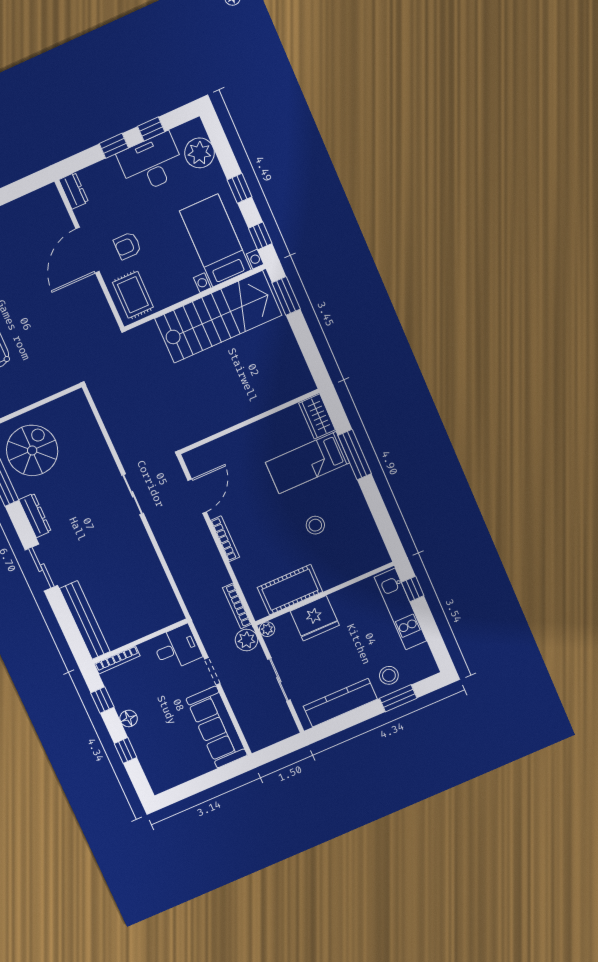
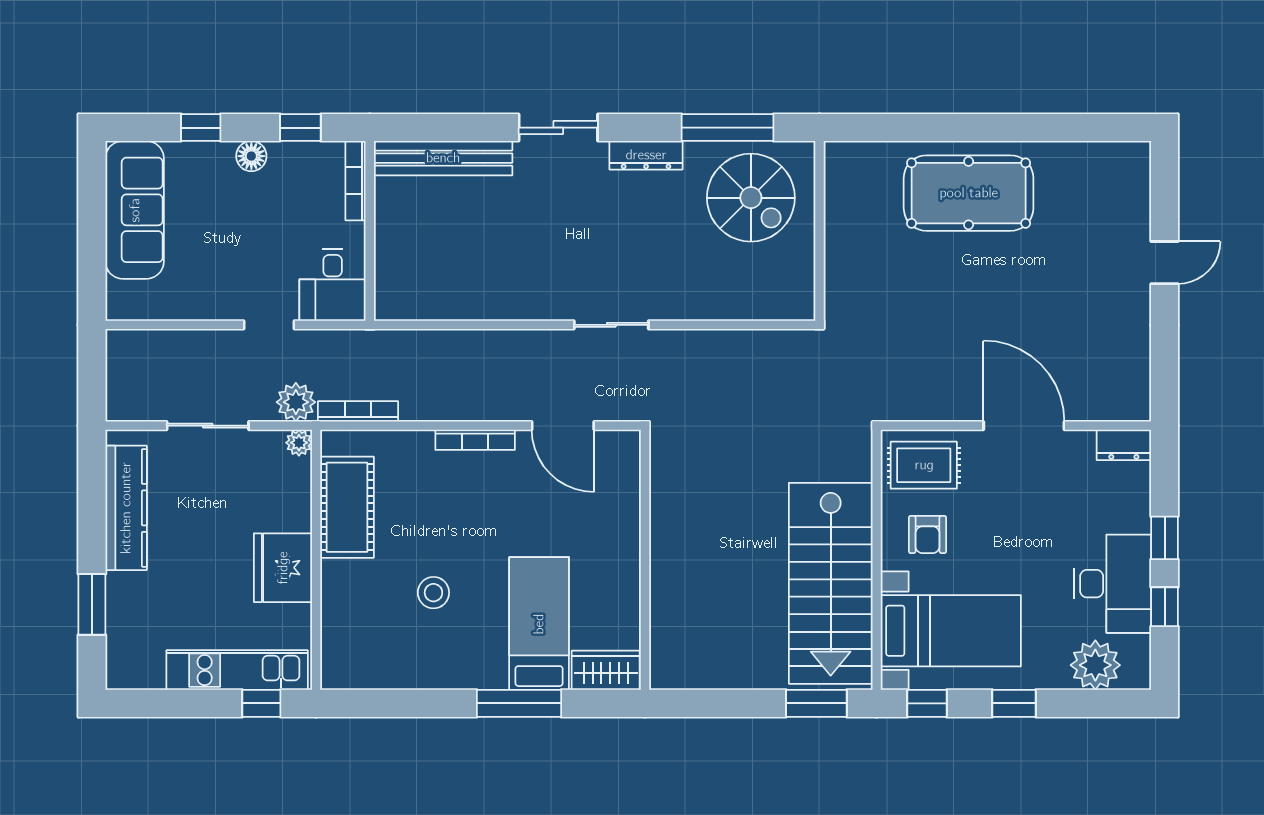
armchair: (128, 246) -> (928, 535), moved, turned 180
fridge: (315, 618) -> (283, 568), moved
stool: (389, 675) -> (136, 605), removed
sofa: (217, 727) -> (135, 210), moved, turned 90

